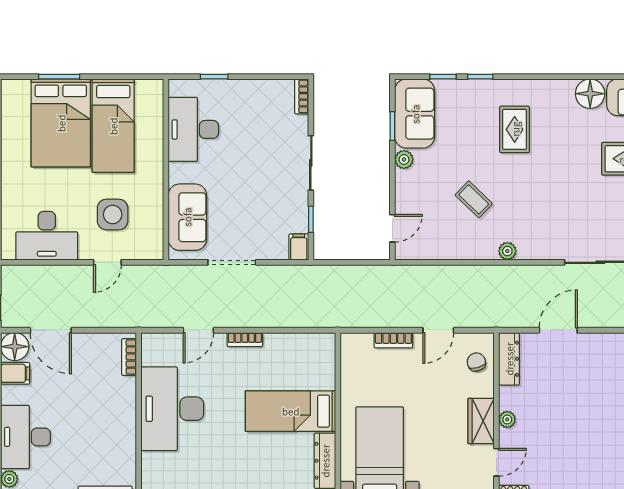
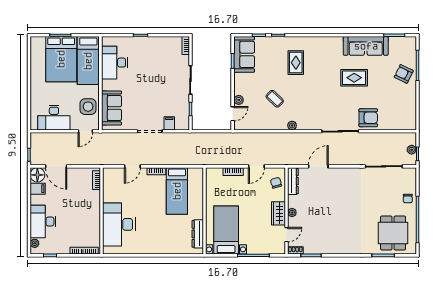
floor lamp: (590, 94) -> (335, 44), removed
desk: (193, 129) -> (115, 63), moved
plant: (404, 159) -> (239, 100), moved
wall: (166, 169) -> (100, 83), moved
sofa: (187, 217) -> (111, 108), moved
filing cabinet: (299, 247) -> (169, 123), moved
desk: (172, 409) -> (119, 224), moved
bed: (291, 411) -> (177, 191), moved, turned -90

